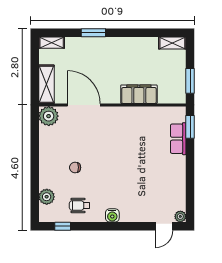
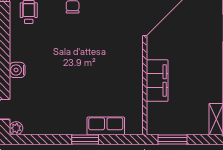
window: (190, 127) -> (85, 139), moved
water cooler: (112, 215) -> (17, 70), moved

